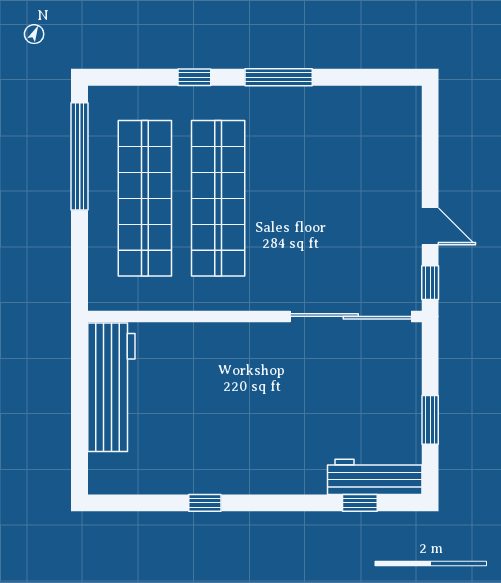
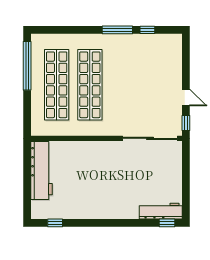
window: (194, 77) -> (147, 30), moved
window: (430, 420) -> (186, 185), removed
window: (205, 503) -> (55, 223), moved
window: (360, 503) -> (167, 223), moved

